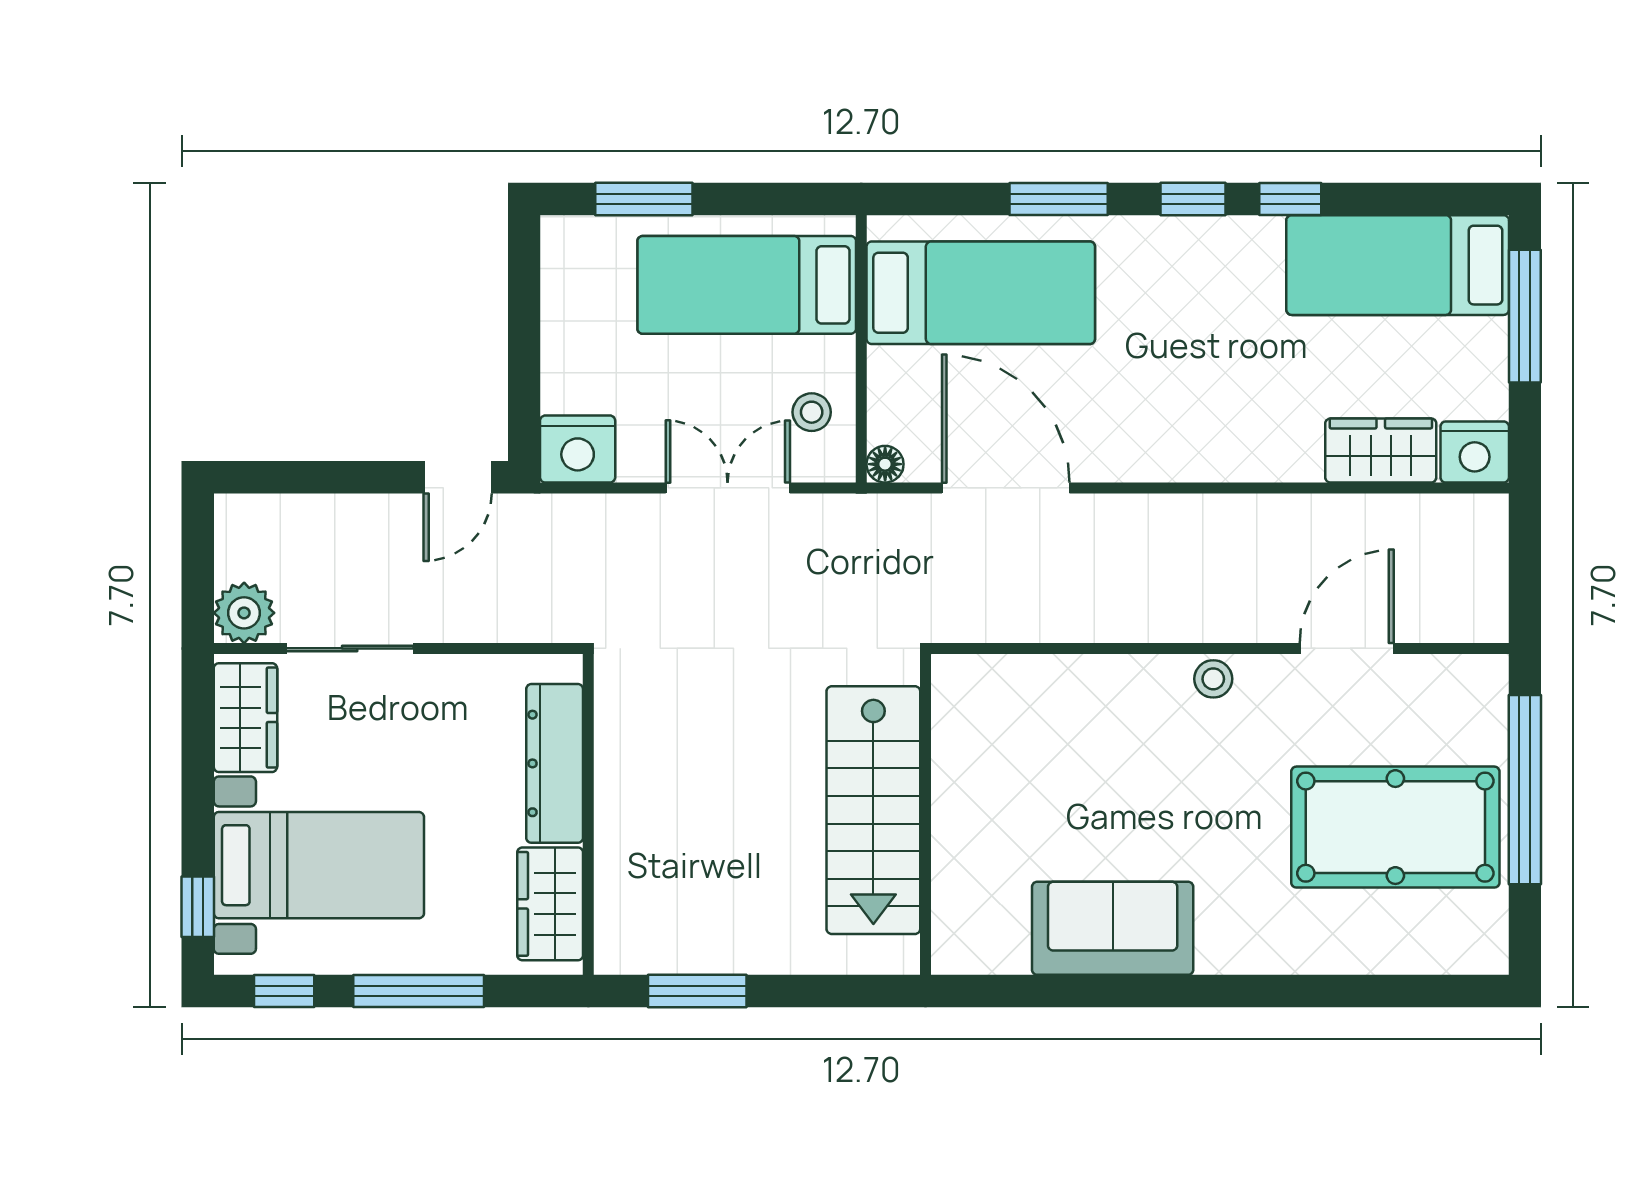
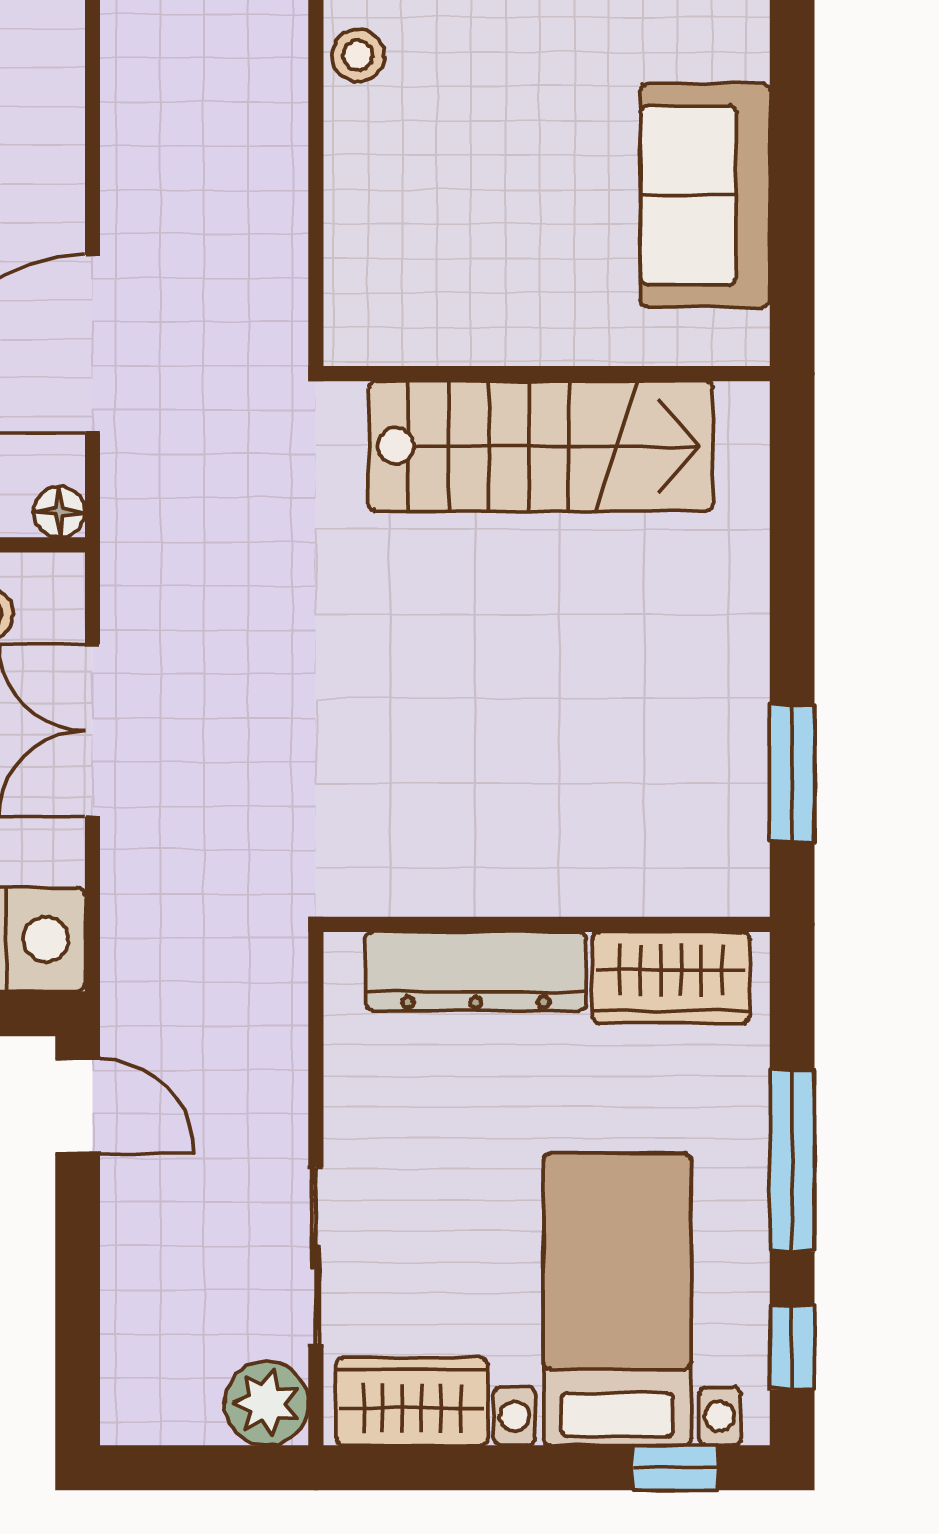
stairs: (873, 810) -> (541, 446), moved
wall: (925, 814) -> (547, 374), moved

